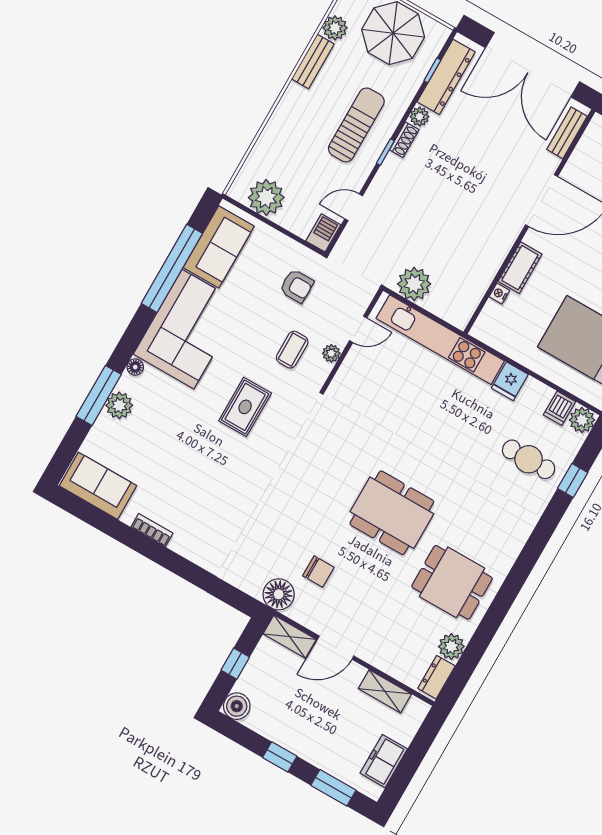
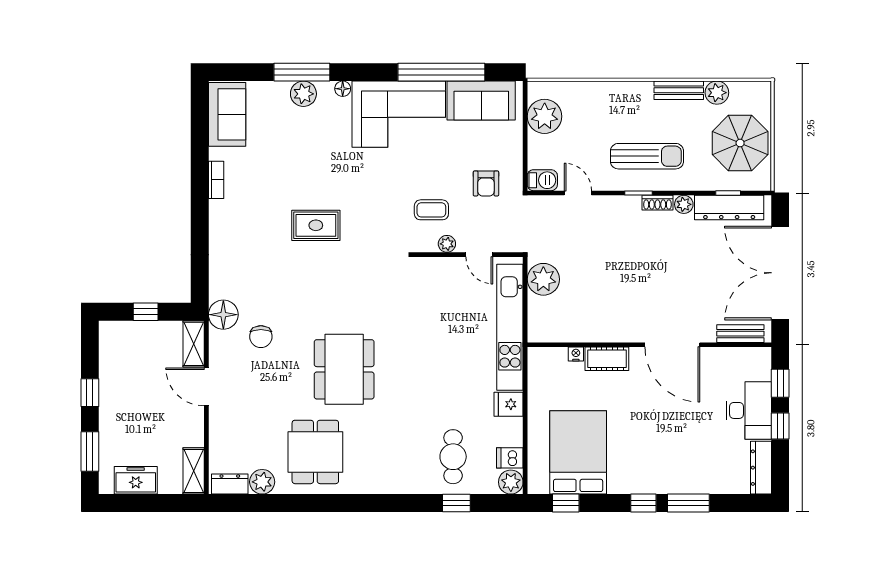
rug: (245, 407) -> (316, 225), moved
shelving: (385, 691) -> (194, 471), moved
boiler: (237, 706) -> (111, 333), removed

